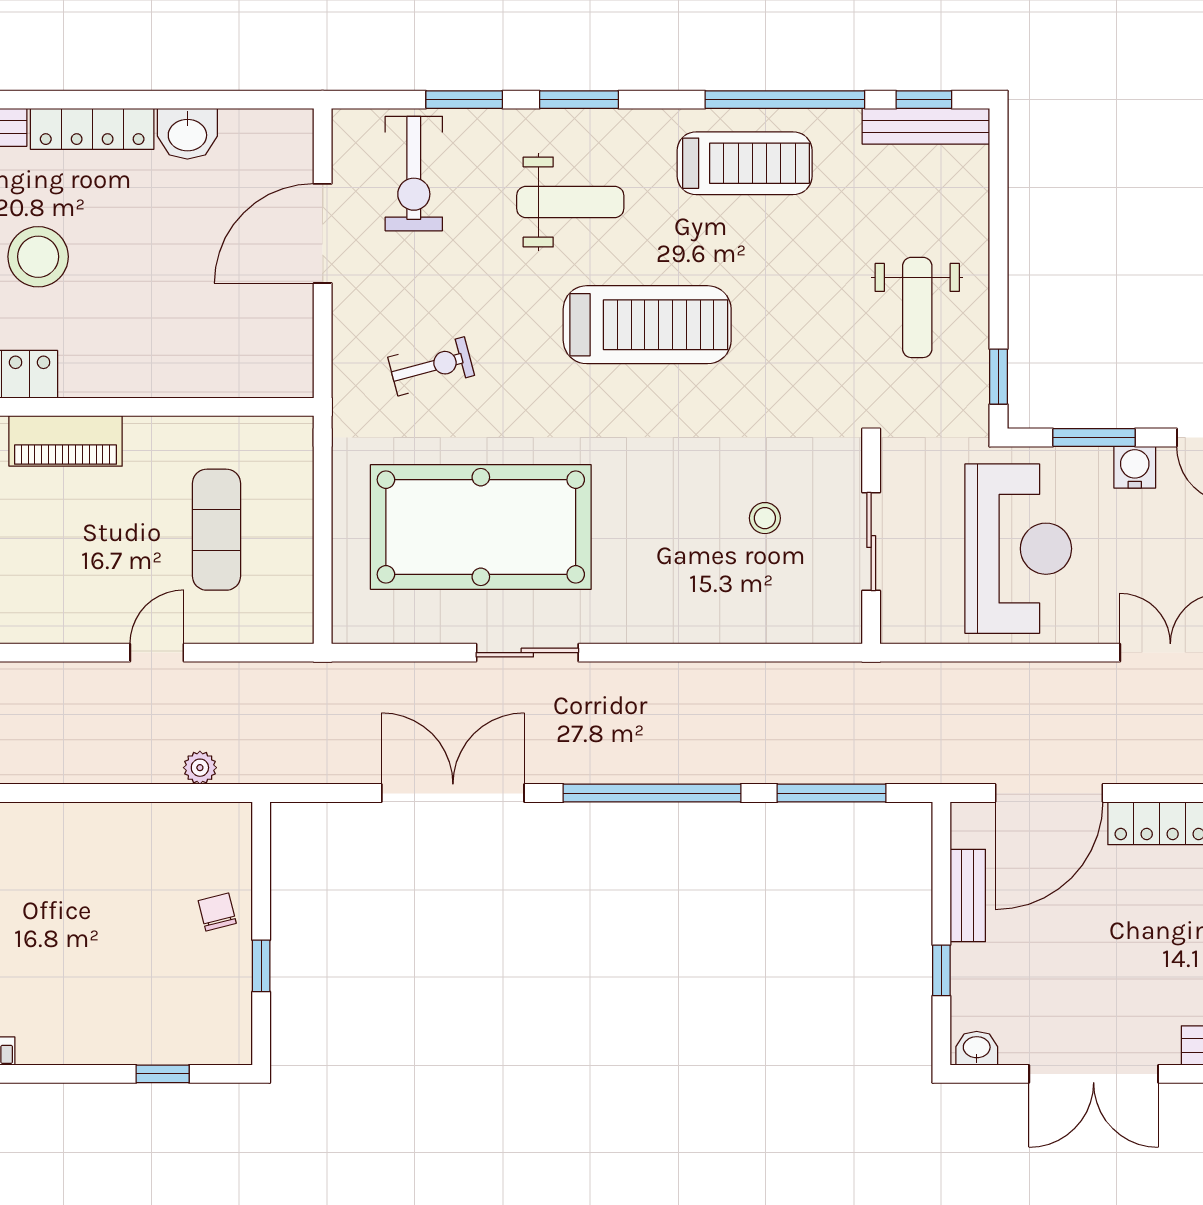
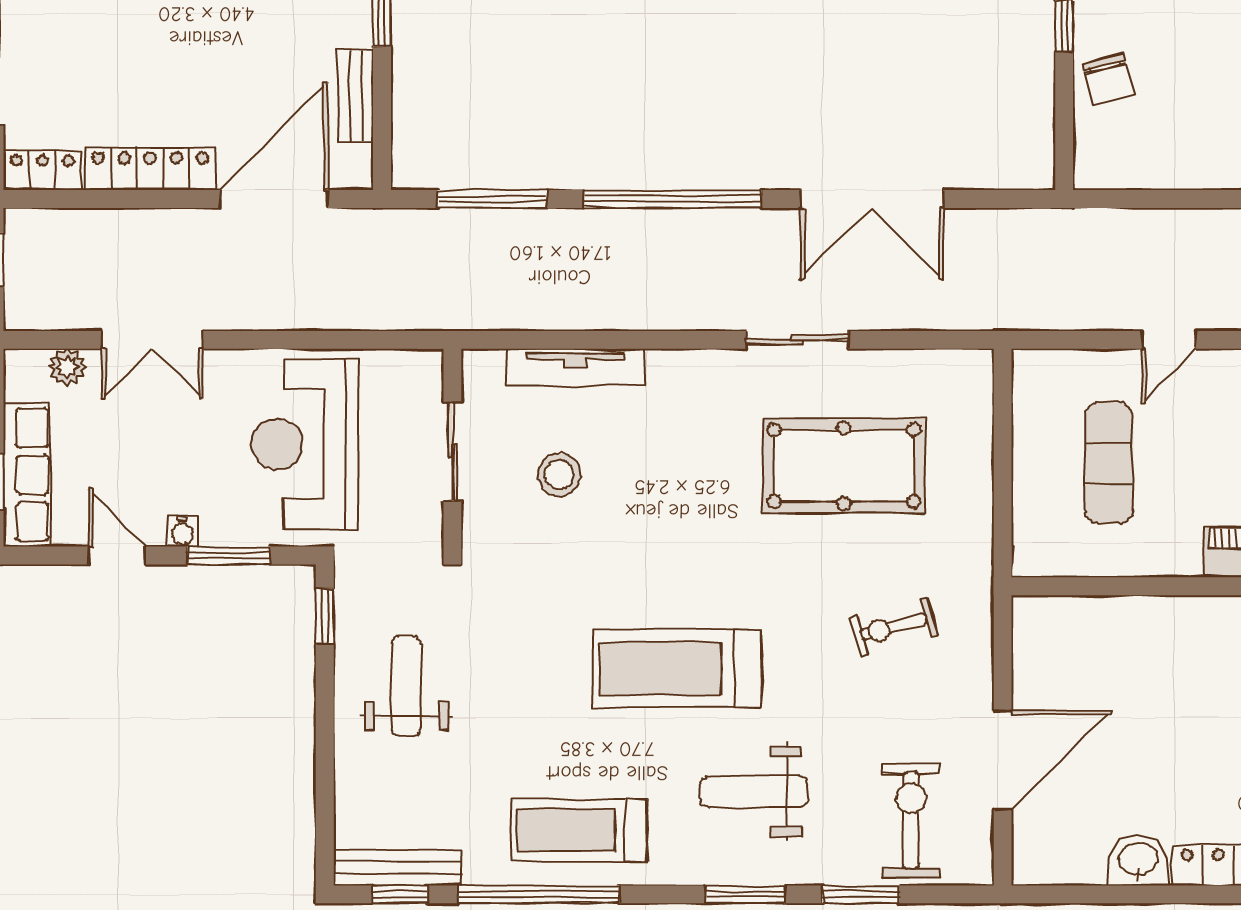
water cooler: (1135, 467) -> (182, 532), width x0.72, depth x0.72
stool: (765, 518) -> (559, 475), width x1.37, depth x1.37
pool table: (481, 527) -> (844, 466), width x0.73, depth x0.76
tv unit: (749, 625) -> (575, 367), added
plant: (200, 768) -> (1126, 224), removed
chair: (217, 912) -> (1108, 80), width x1.37, depth x1.37

